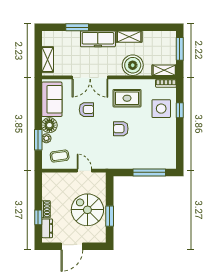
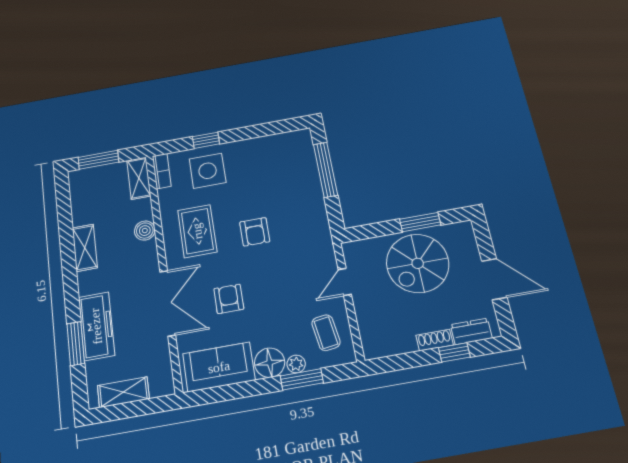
freezer: (98, 39) -> (96, 326), moved
shelving: (48, 60) -> (123, 392), moved
boiler: (133, 65) -> (145, 231), width x0.54, depth x0.54

